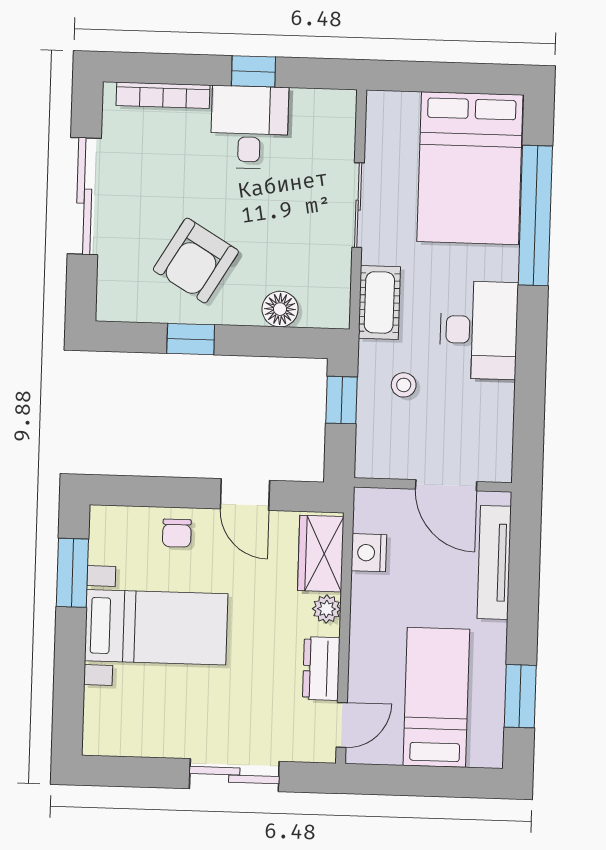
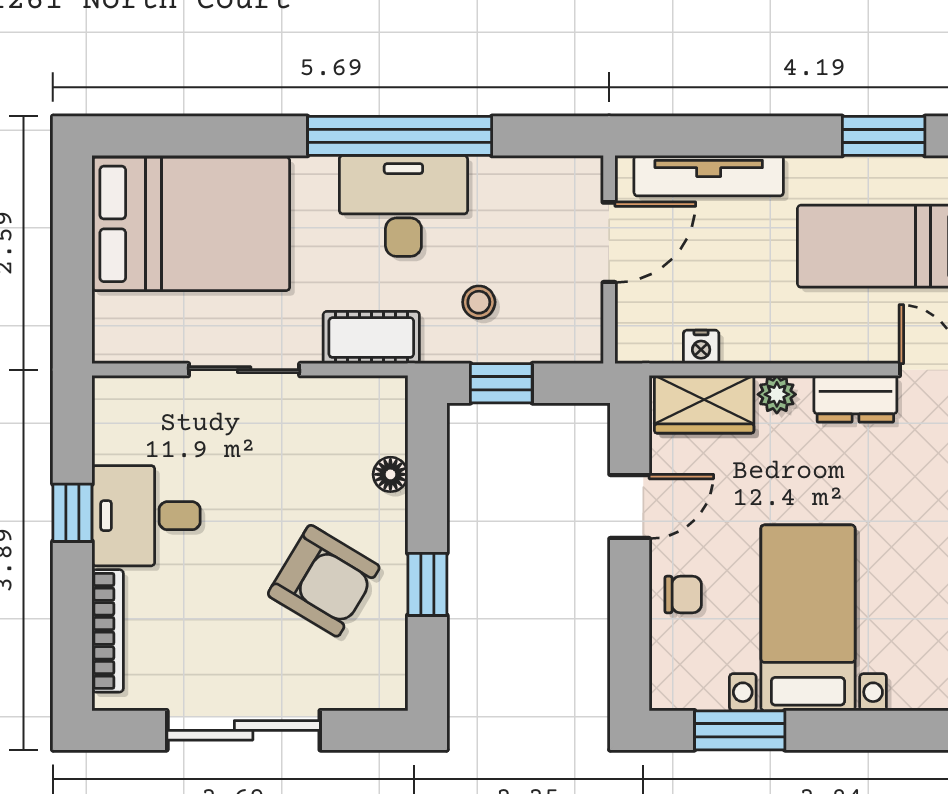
window: (535, 215) -> (400, 136), moved
floor lamp: (280, 309) -> (390, 474), width x0.73, depth x0.73
nightstand: (369, 553) -> (701, 347), width x0.72, depth x0.74

